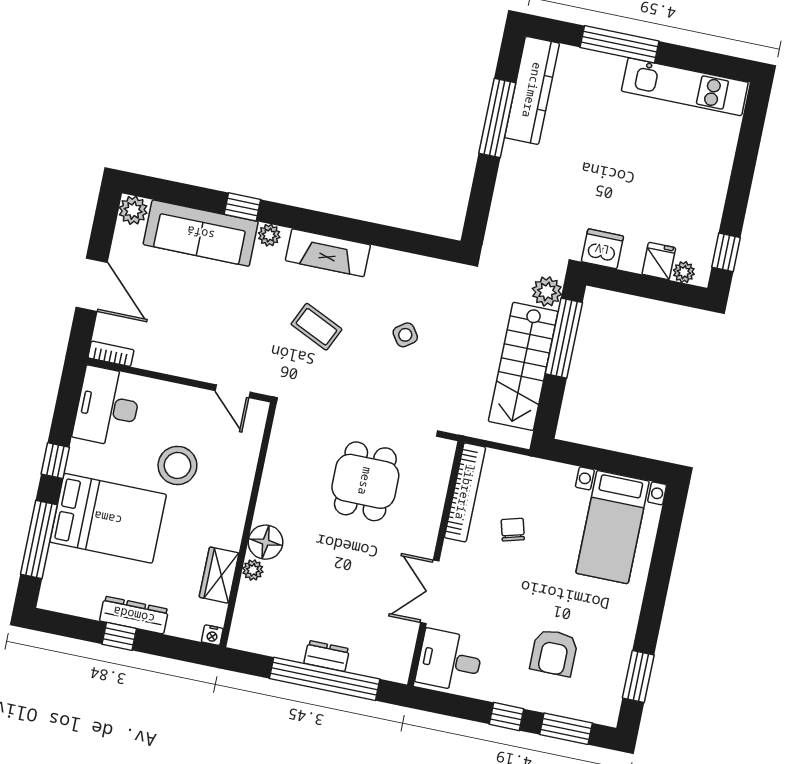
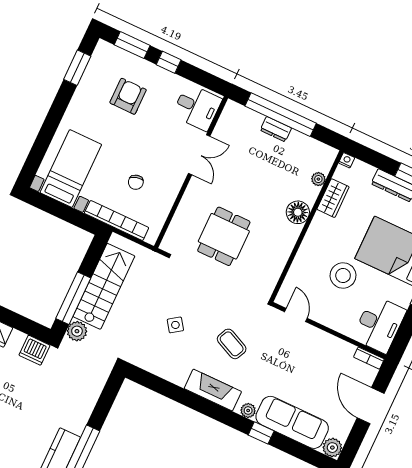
bookcase: (465, 492) -> (117, 220), moved, turned 90
plant: (253, 570) -> (318, 179), moved

